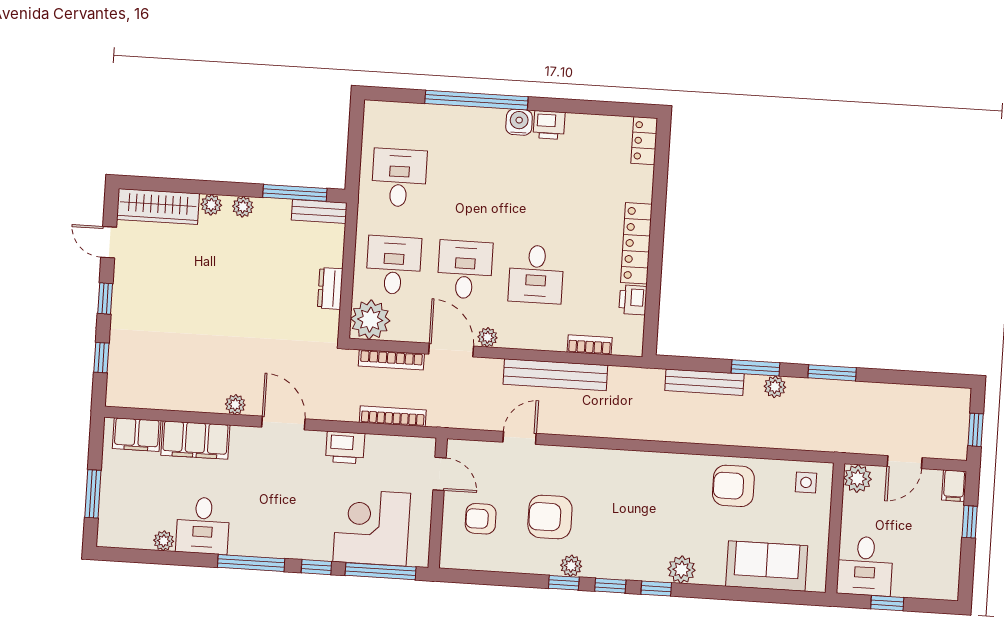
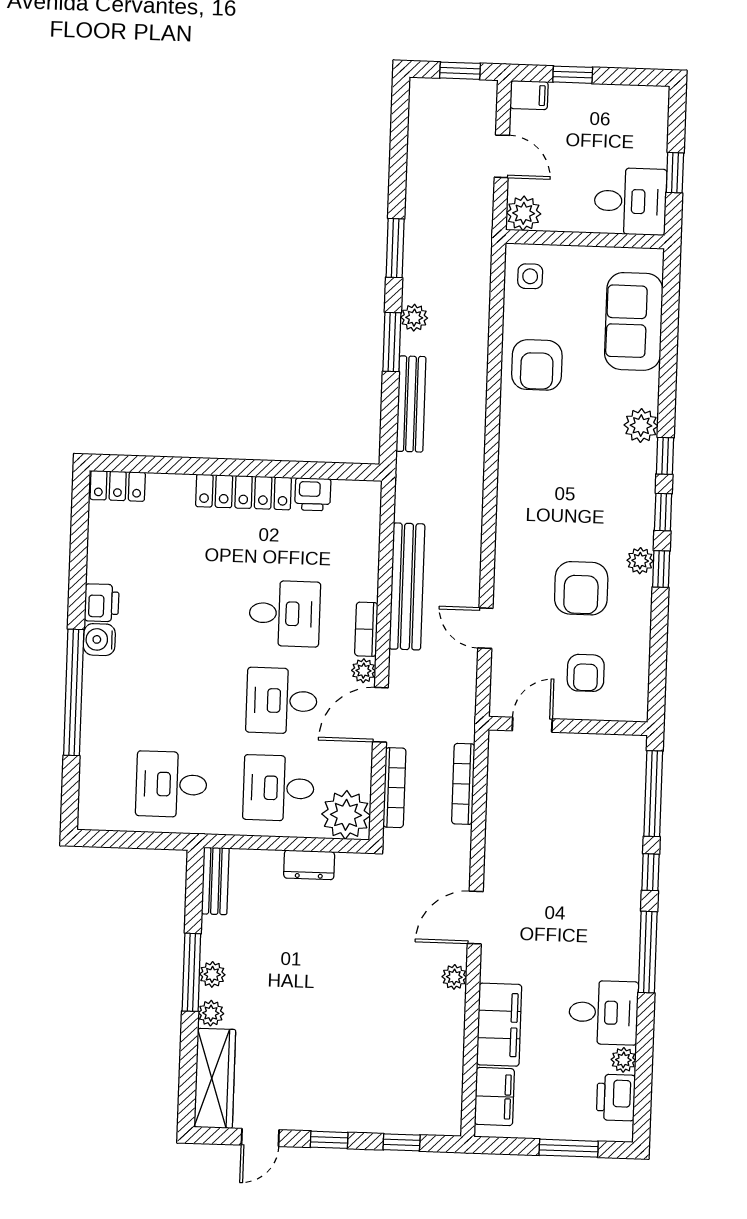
window: (295, 193) -> (191, 972), moved
bookcase: (590, 345) -> (366, 629), moved
printer: (345, 448) -> (616, 1098), moved, turned 180
corner desk: (372, 527) -> (600, 806), removed

